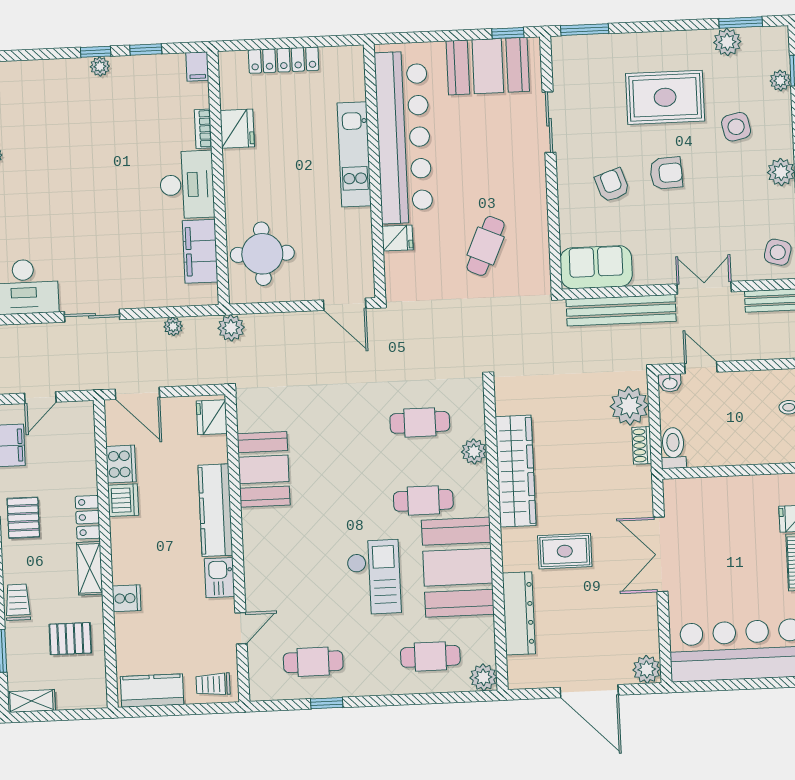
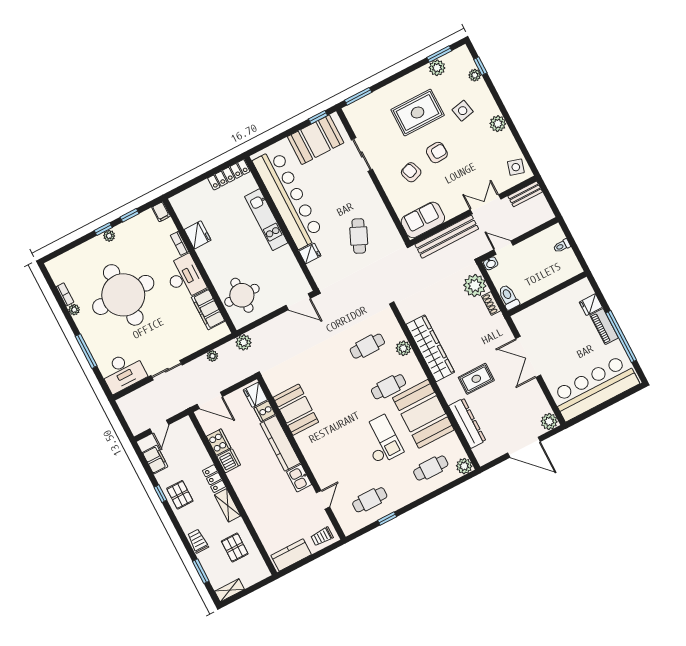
locker: (284, 60) -> (229, 175), moved
round table: (79, 168) -> (123, 295), added
cooker: (127, 598) -> (265, 411), moved, turned 180
pallet: (70, 639) -> (235, 548), turned 90

